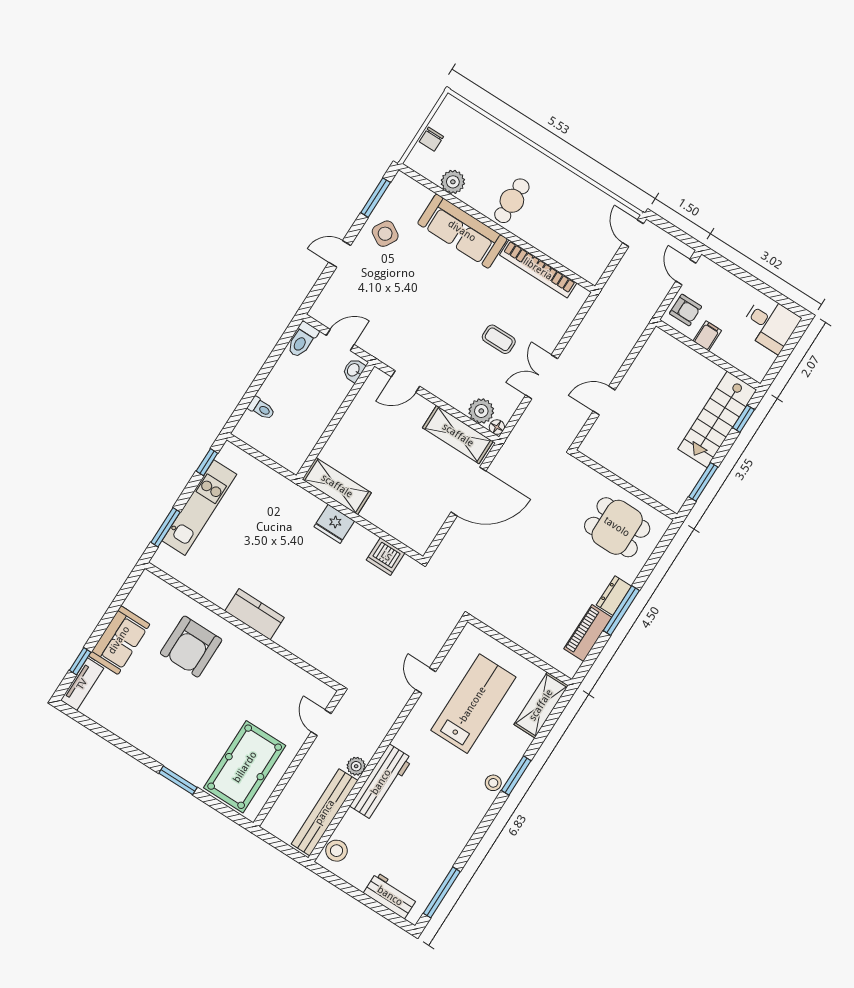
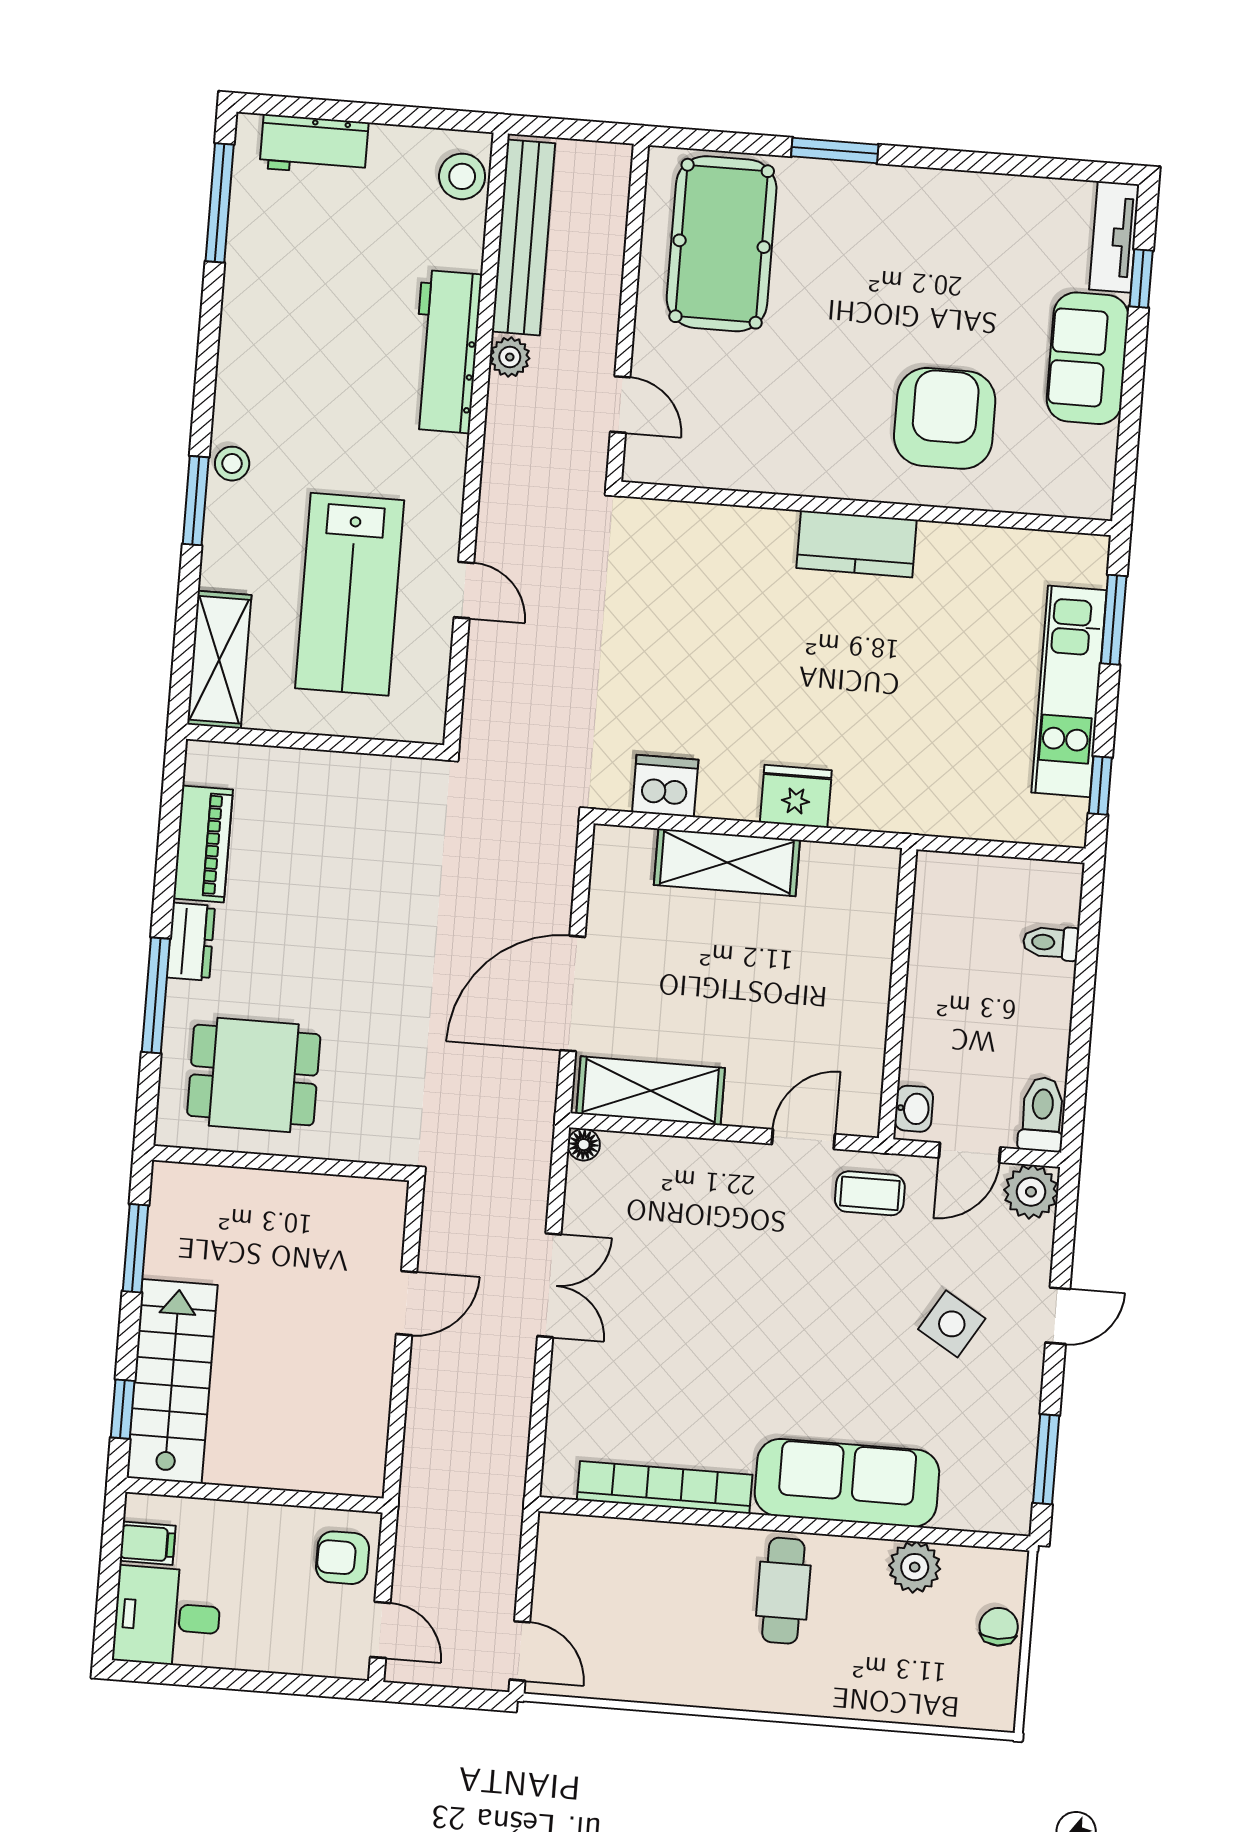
side table: (385, 234) -> (952, 1324), moved
filing cabinet: (707, 336) -> (148, 1543), moved, turned -90
coffee table: (499, 339) -> (870, 1193), moved
plant: (481, 411) -> (1031, 1192), moved
shelving: (337, 486) -> (727, 862), moved
window: (621, 611) -> (156, 995), moved

